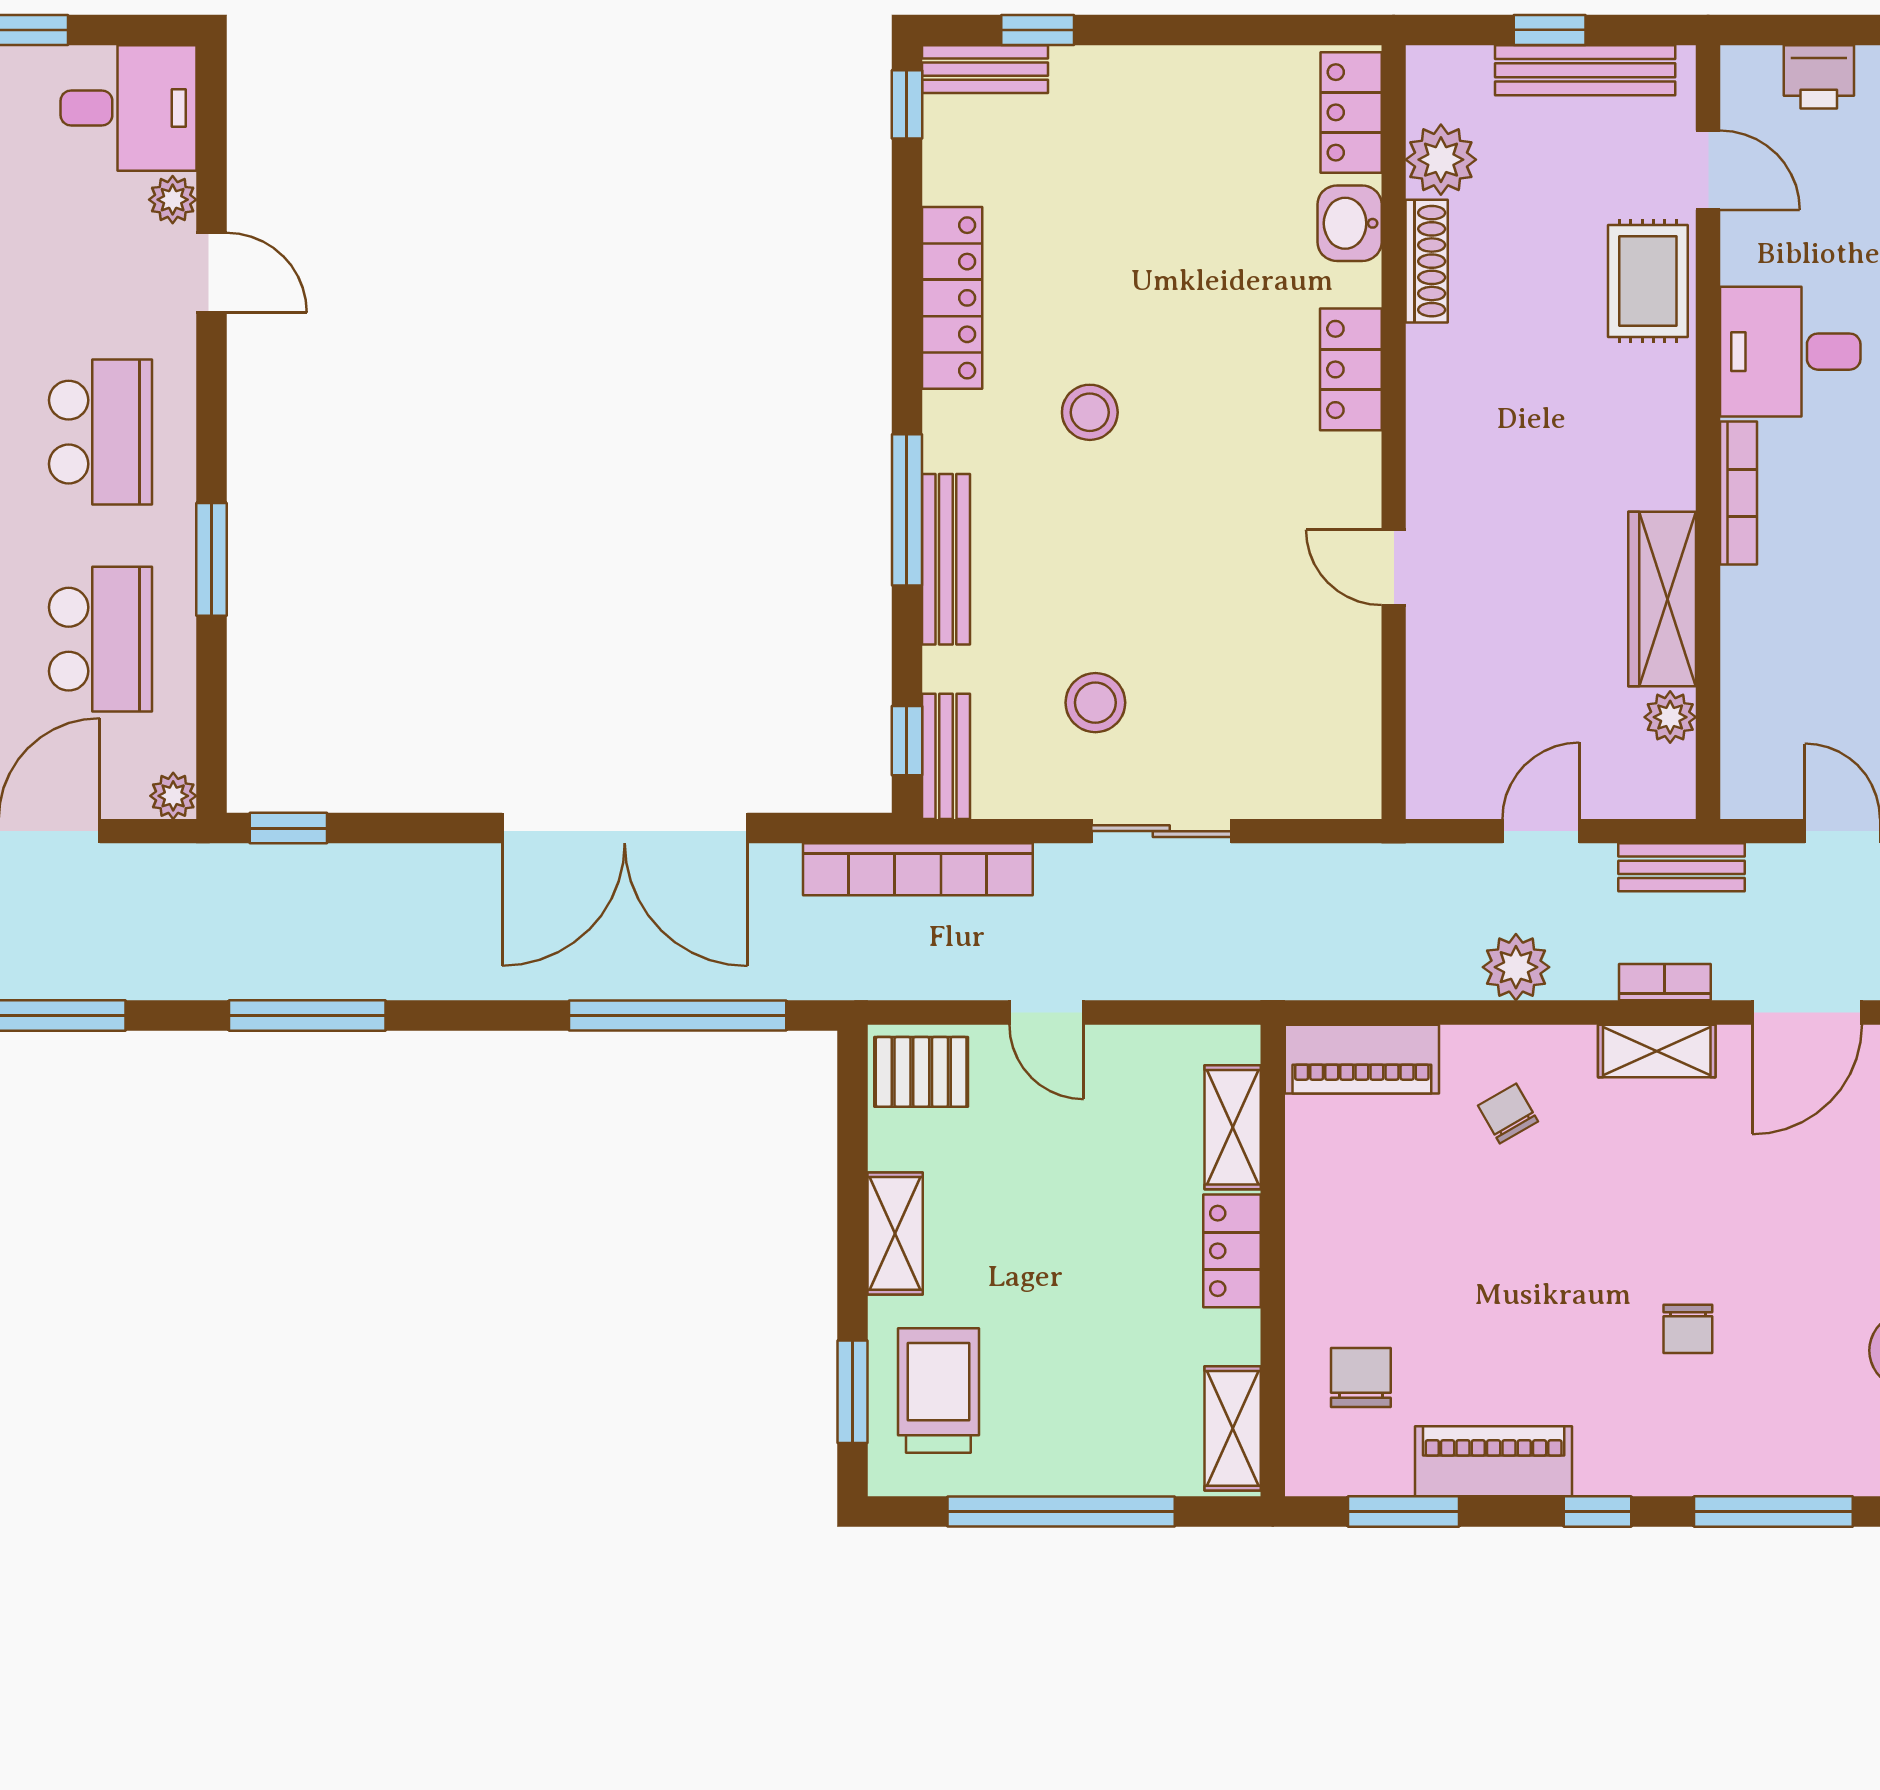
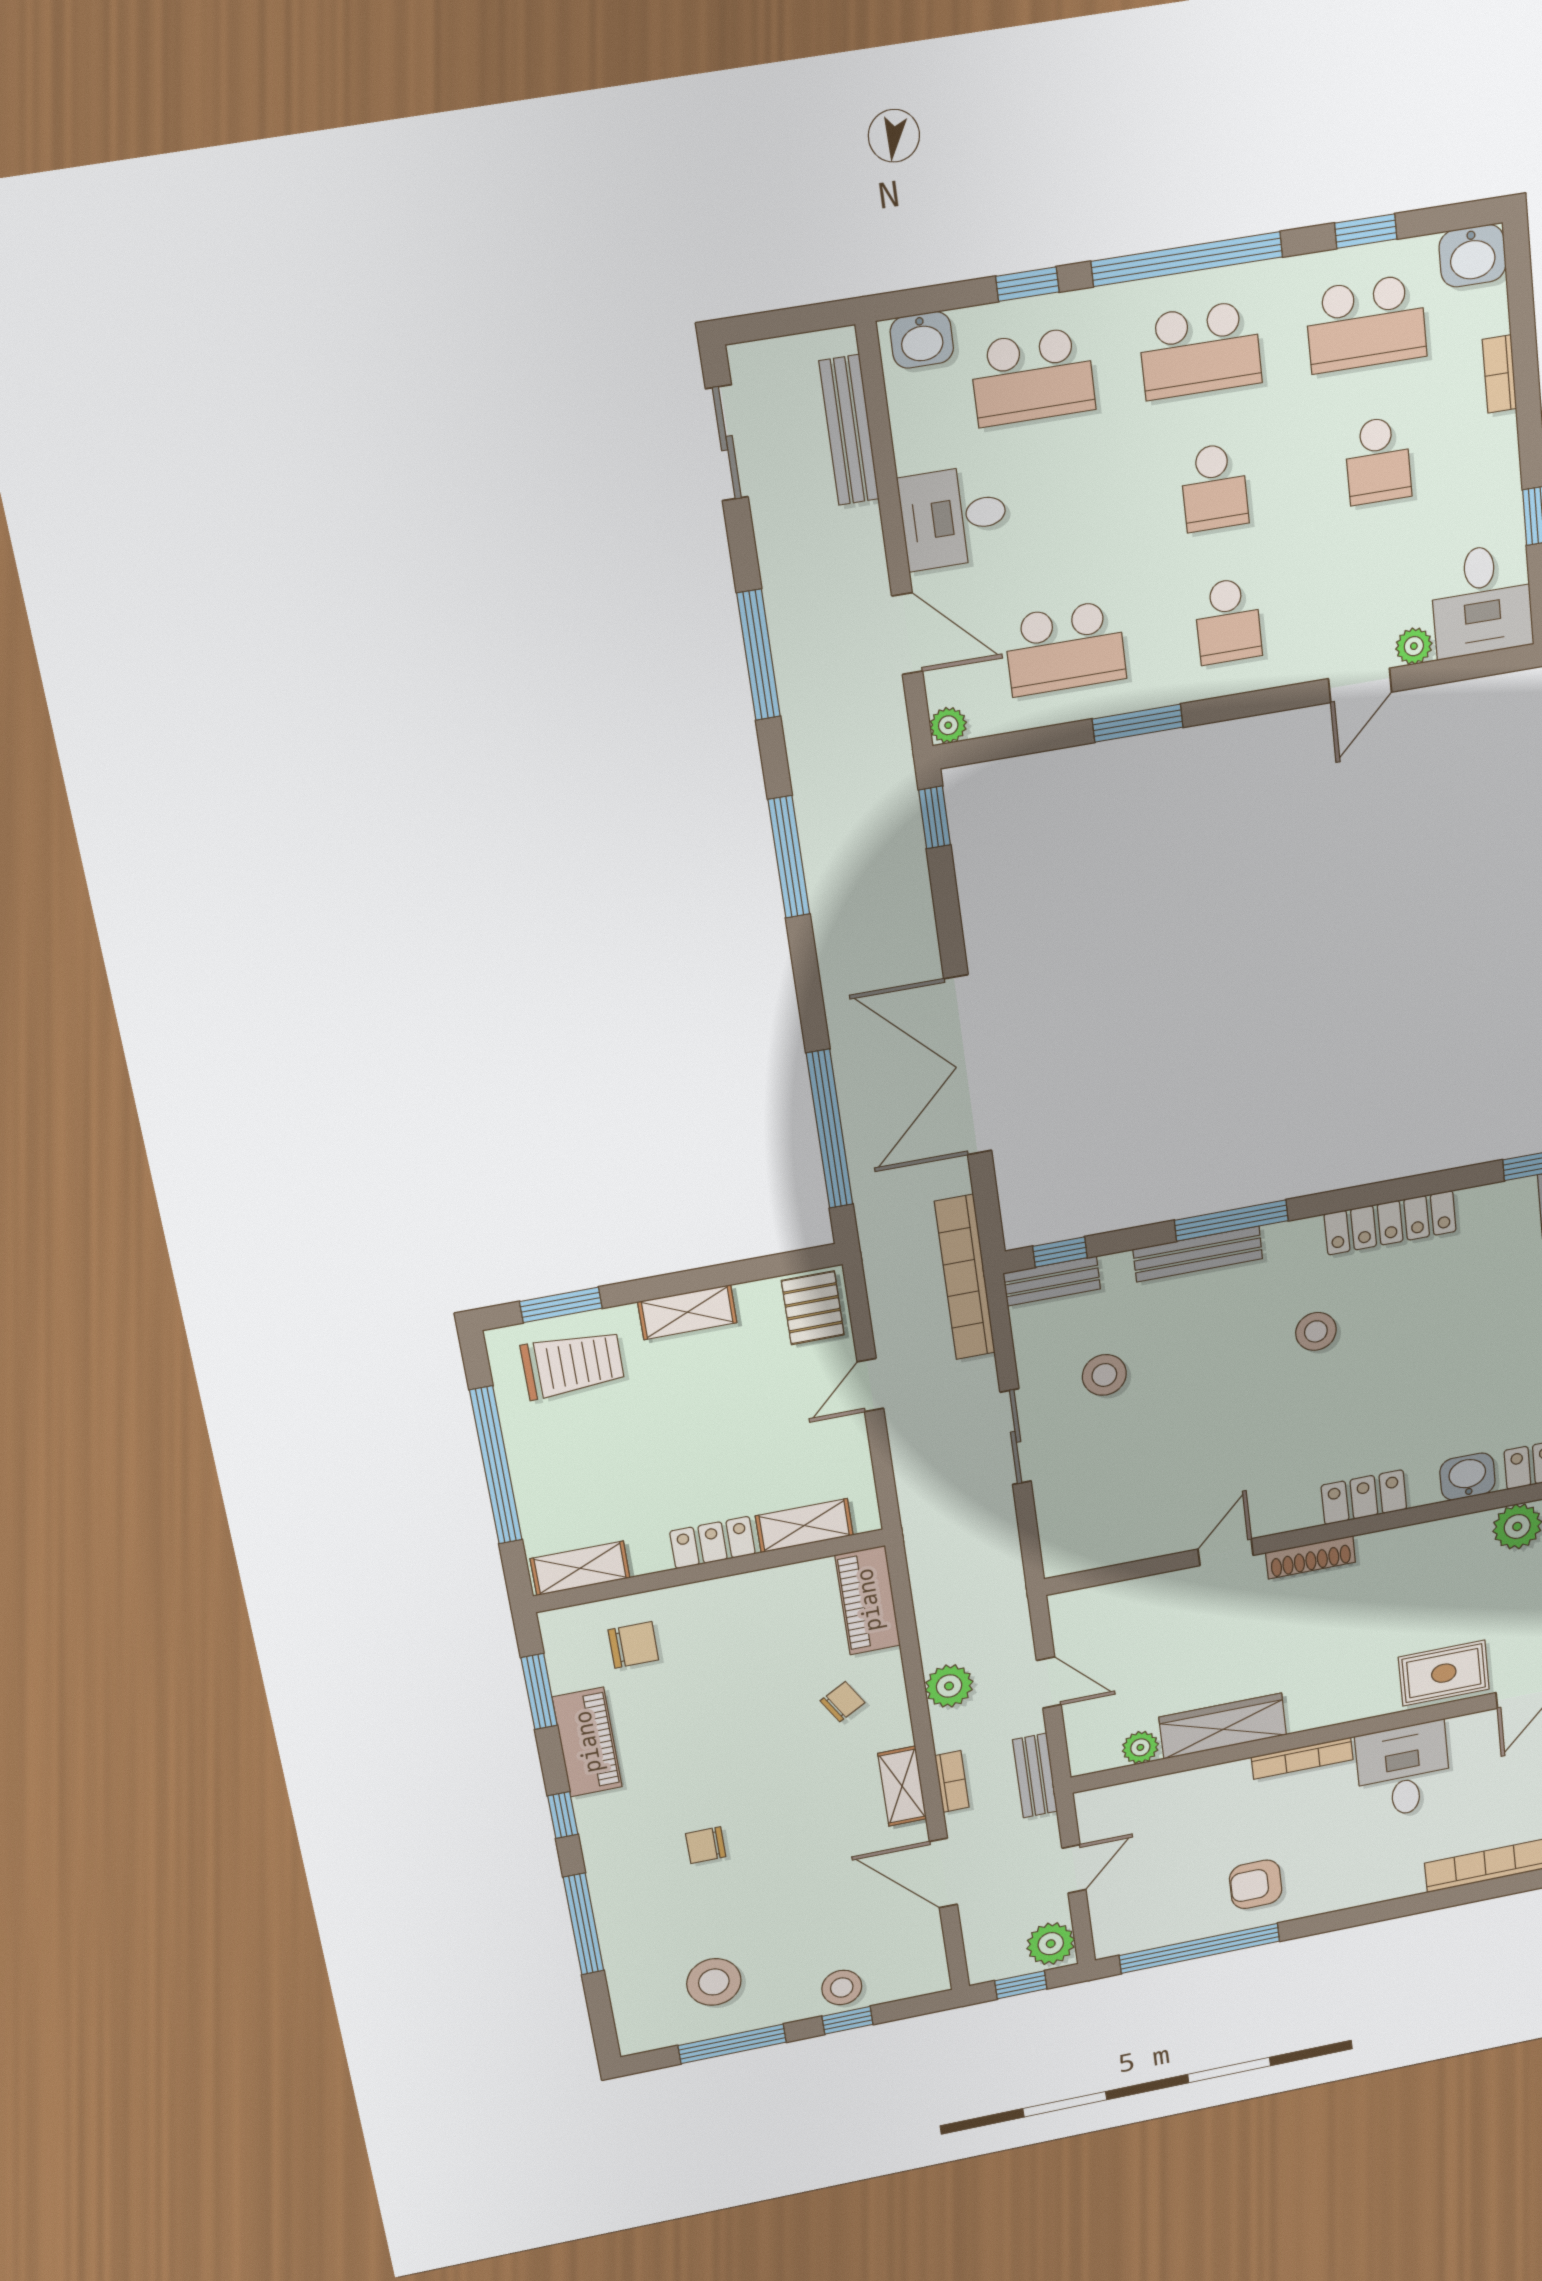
shoe rack: (1427, 261) -> (1311, 1557), moved
school desk: (101, 432) -> (1228, 621), width x0.54

